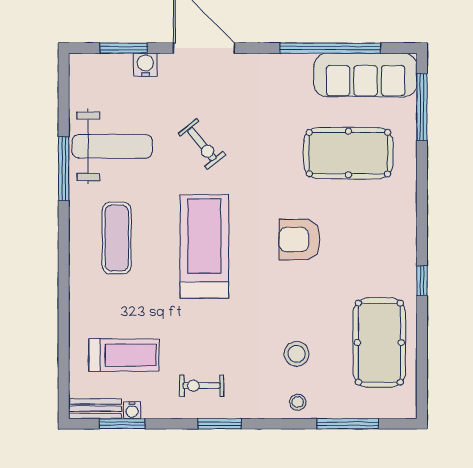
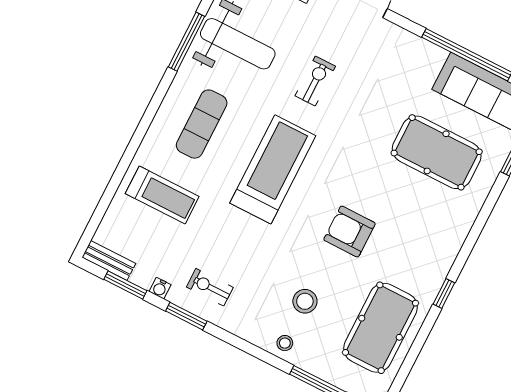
exercise bike: (202, 144) -> (315, 81), turned -141
armchair: (300, 239) -> (350, 232), moved
treadmill: (124, 355) -> (162, 195), moved
water cooler: (132, 410) -> (160, 288), moved
window: (219, 424) -> (186, 316), moved

